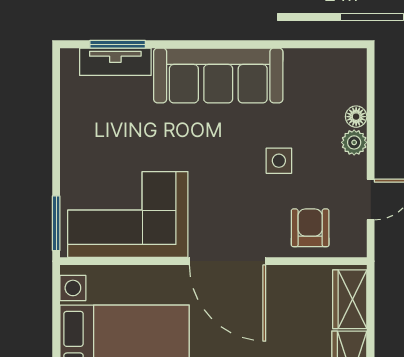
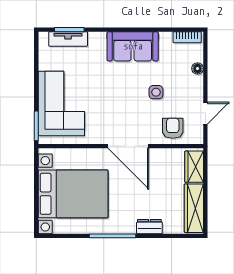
bookcase: (337, 58) -> (187, 37), added
sofa: (218, 75) -> (133, 46), width x0.73
plant: (354, 142) -> (196, 82), removed
corner sofa: (128, 214) -> (61, 104), moved, turned 90

